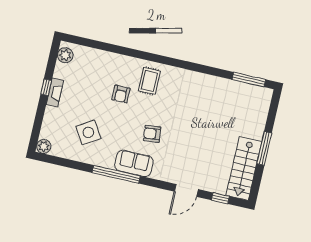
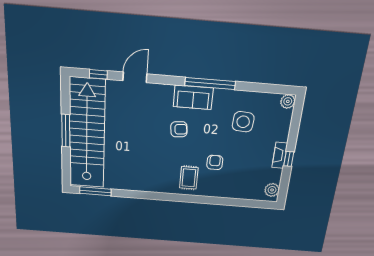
side table: (88, 132) -> (243, 122), turned 36
stairs: (244, 168) -> (87, 134), width x1.86, depth x1.51

